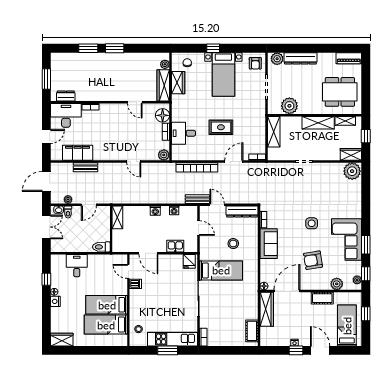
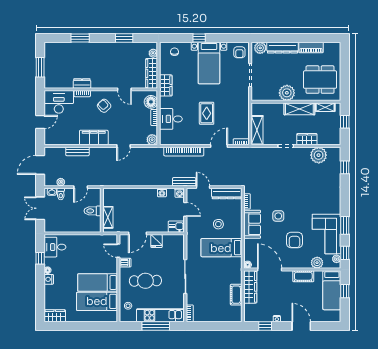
window: (115, 48) -> (124, 38), moved
piano: (349, 58) -> (311, 47), moved
wardrobe: (178, 83) -> (166, 85), moved
dresser: (66, 96) -> (82, 83), moved
plant: (289, 106) -> (287, 93), moved
armchair: (113, 119) -> (104, 106), added
rug: (221, 127) -> (207, 113), turned 90
shelving: (274, 132) -> (257, 130), moved
filing cabinet: (78, 153) -> (94, 138), moved
wardrobe: (351, 154) -> (307, 139), moved
door: (134, 162) -> (123, 146), hinge flipped
plant: (352, 171) -> (319, 155), moved
window: (366, 184) -> (345, 167), added
washing machine: (155, 211) -> (180, 193), moved
shelving: (117, 217) -> (108, 217), moved
side table: (312, 223) -> (278, 216), moved
double door: (46, 227) -> (40, 208), swing flipped
corner sofa: (347, 239) -> (326, 234), moved
kitchen sink: (175, 246) -> (176, 227), moved
toilet: (101, 247) -> (93, 211), moved
door: (148, 253) -> (137, 233), hinge flipped
armchair: (313, 260) -> (294, 240), turned -81
fridge: (189, 261) -> (157, 241), moved
desk: (77, 266) -> (55, 247), moved, turned -90
bed: (221, 270) -> (221, 248), moved, turned 180
door: (287, 291) -> (270, 269), hinge flipped
cafe table: (157, 303) -> (145, 281), added
bed: (347, 326) -> (332, 290), moved, turned 180
cot: (252, 331) -> (236, 295), moved
window: (168, 350) -> (156, 326), width x1.44
window: (296, 350) -> (265, 326), moved

